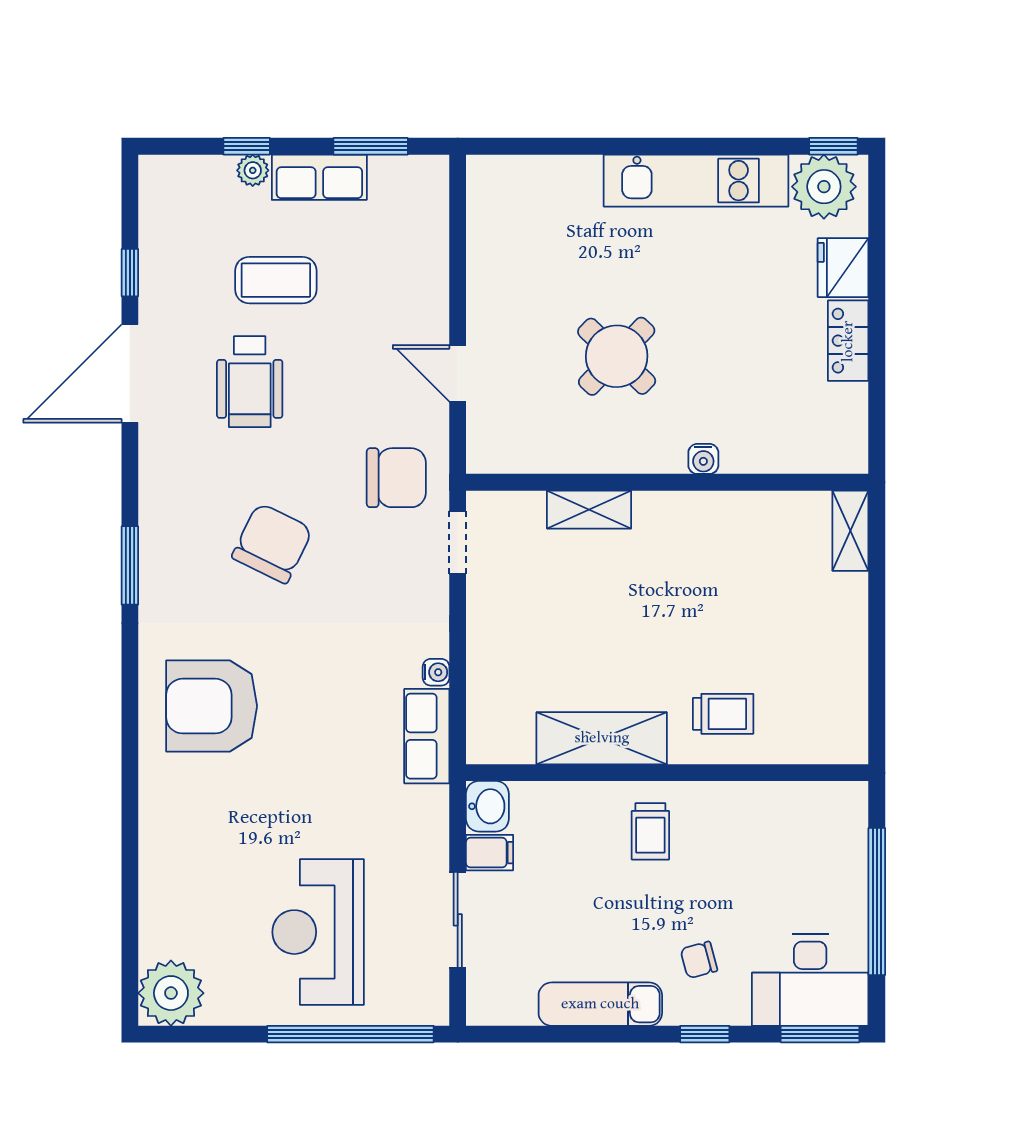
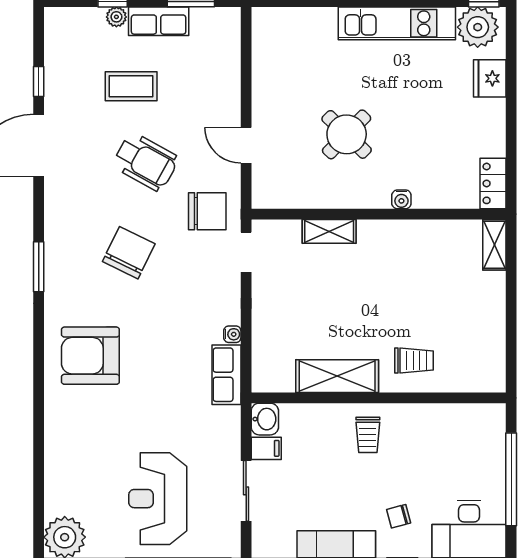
locker: (848, 341) -> (493, 183), moved
wheelchair: (250, 382) -> (145, 162), moved, turned -61

